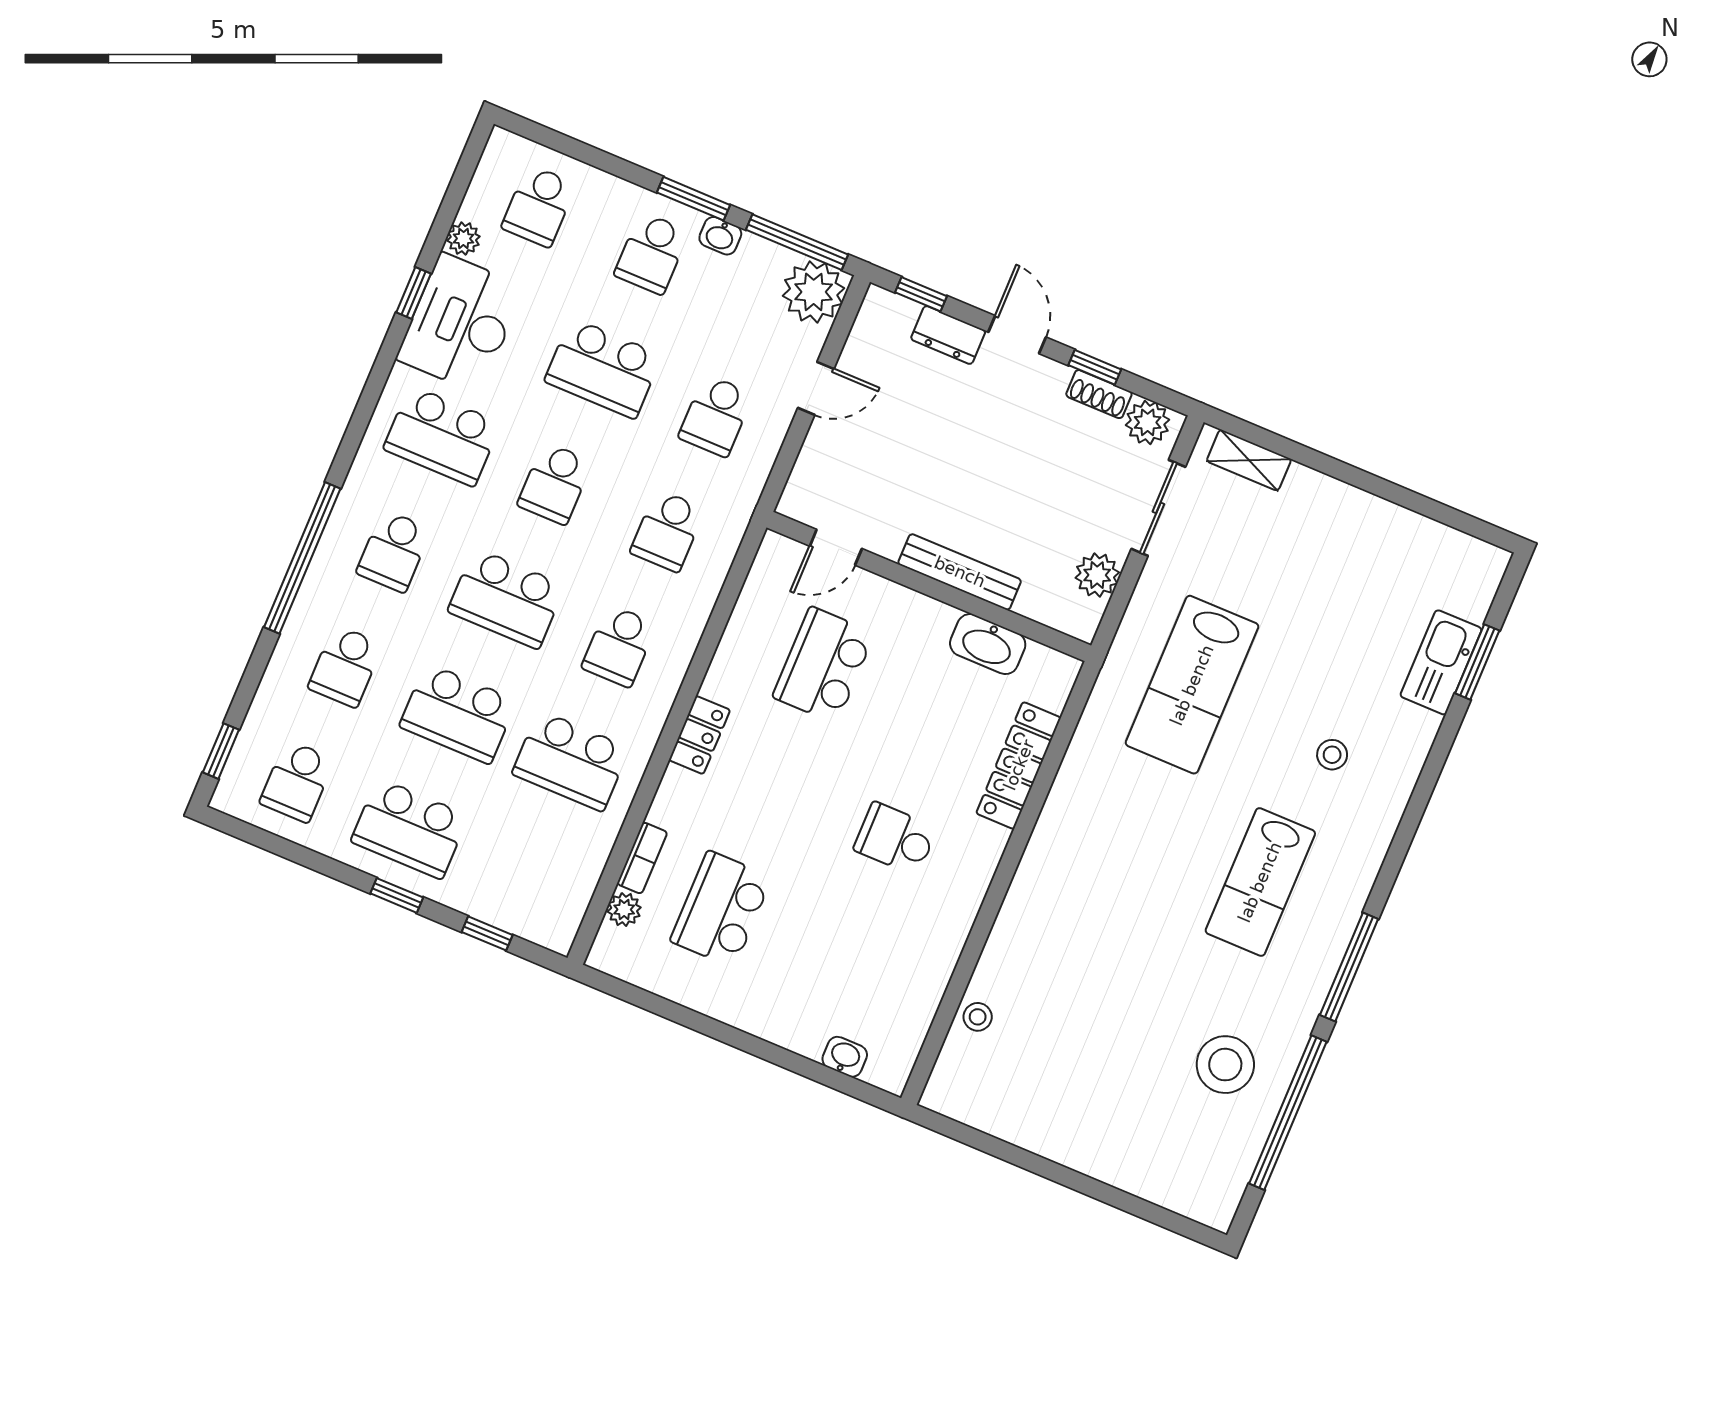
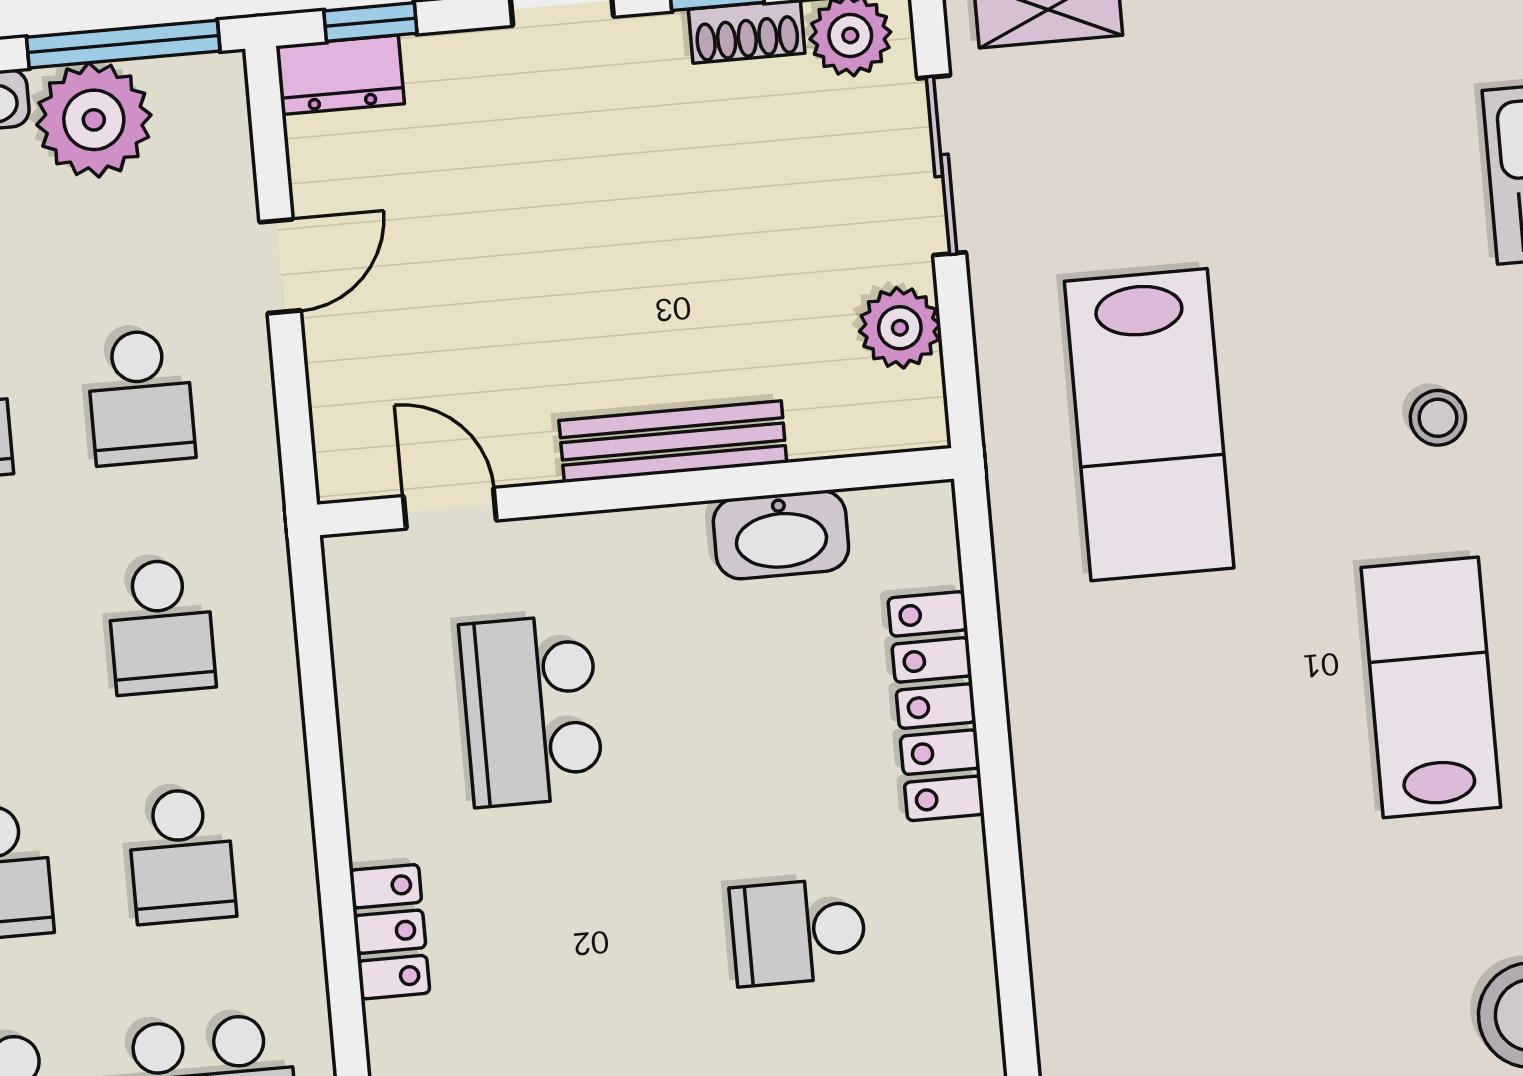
plant: (814, 292) -> (94, 120), moved
dresser: (948, 335) -> (340, 75), moved
door: (836, 547) -> (450, 508), swing flipped
lab bench: (1260, 882) -> (1431, 687), turned 180

